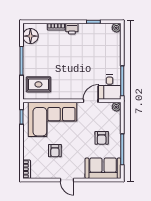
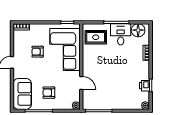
printer: (72, 29) -> (145, 86), moved
rug: (38, 84) -> (96, 37), turned 90
desk: (110, 87) -> (121, 34), moved, turned 90

